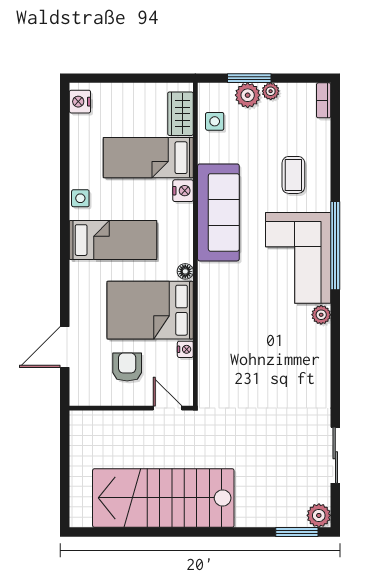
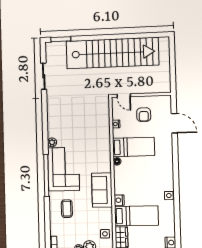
sofa: (218, 212) -> (102, 190), width x0.73
bed: (113, 240) -> (152, 176), removed
bed: (150, 310) -> (134, 147), width x0.67
door: (65, 347) -> (174, 123), hinge flipped
stairs: (163, 498) -> (112, 53), width x1.36
plant: (319, 515) -> (51, 47), removed

